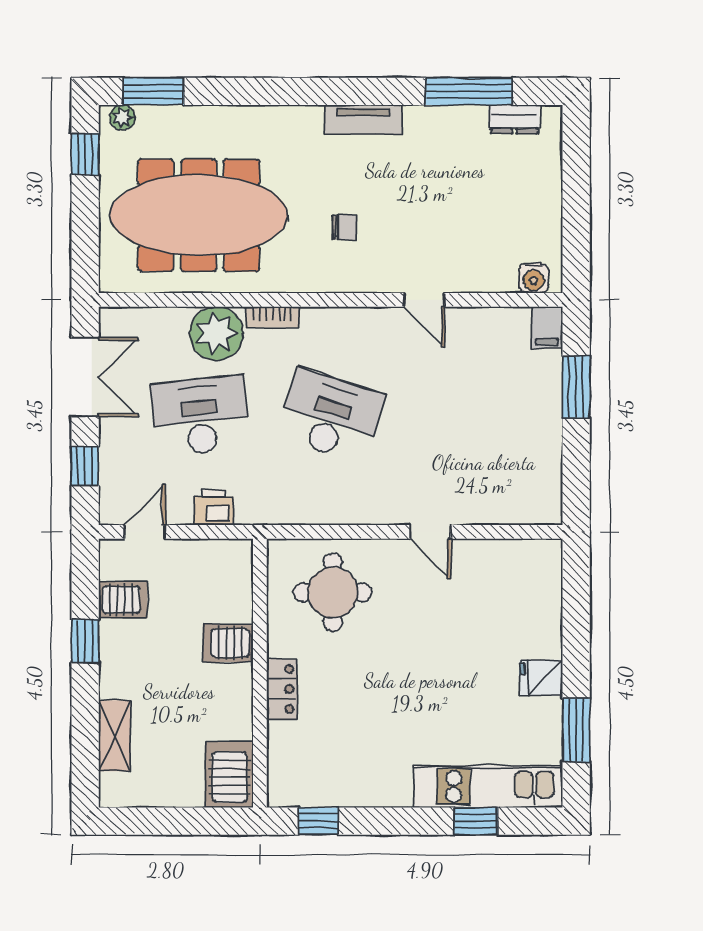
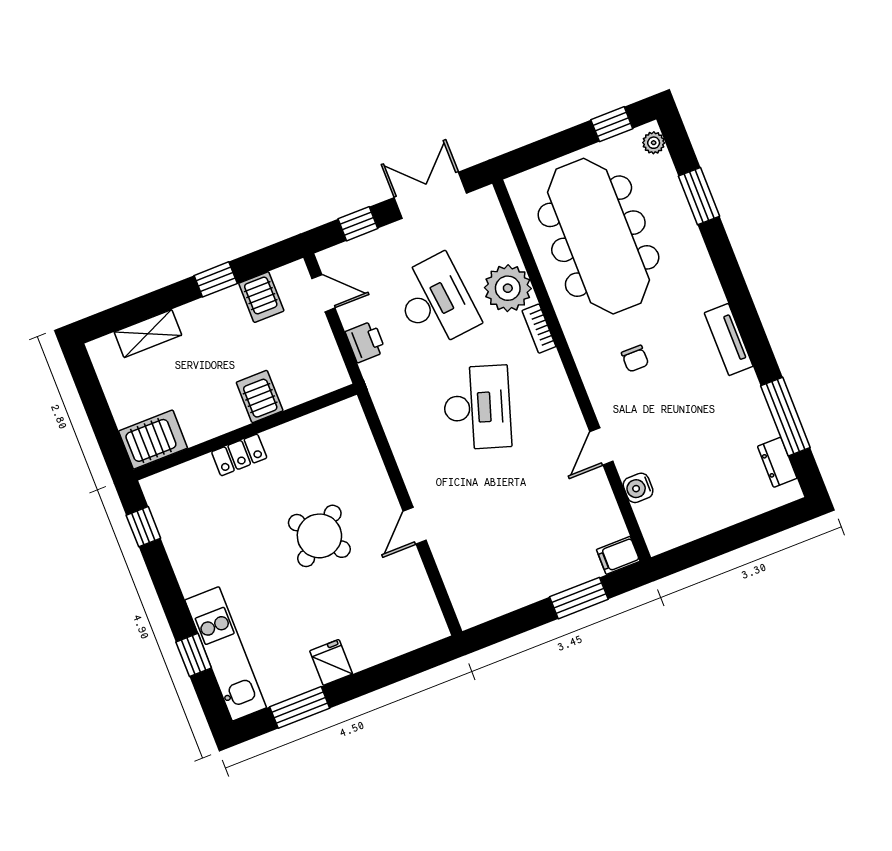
window: (154, 91) -> (699, 196), moved
water cooler: (534, 278) -> (638, 488), moved
double door: (85, 377) -> (430, 195), swing flipped
round table: (333, 592) -> (319, 536), moved, turned -38

